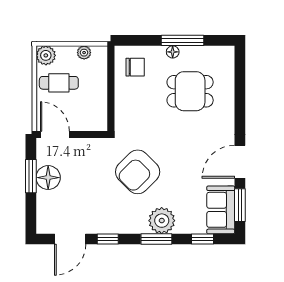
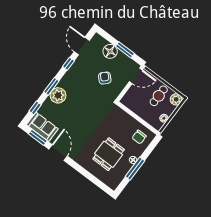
armchair: (138, 172) -> (105, 78), moved, width x0.53, depth x0.53
floor lamp: (48, 178) -> (110, 51), moved

